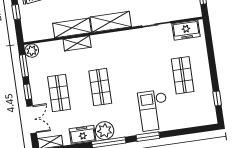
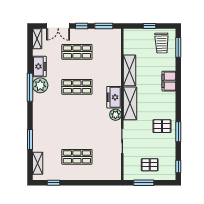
freezer: (186, 30) -> (114, 97), moved
shelving: (77, 43) -> (38, 163), moved
plant: (32, 51) -> (115, 115), moved
checkout: (154, 110) -> (51, 129), removed
window: (148, 137) -> (30, 140), moved

